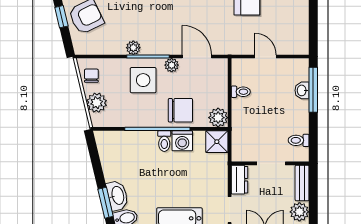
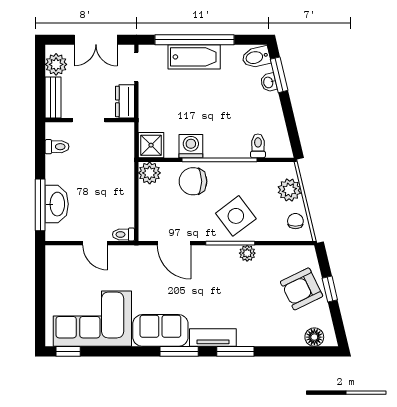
plant: (172, 65) -> (203, 233), removed
chair: (91, 76) -> (295, 221), turned 180
side table: (143, 80) -> (236, 216), turned -37
washbasin: (302, 90) -> (57, 204), width x1.91, depth x1.45
toilet: (241, 92) -> (124, 234), moved
toilet: (164, 141) -> (258, 146), moved
washbasin: (117, 196) -> (269, 82), width x0.52, depth x0.69

